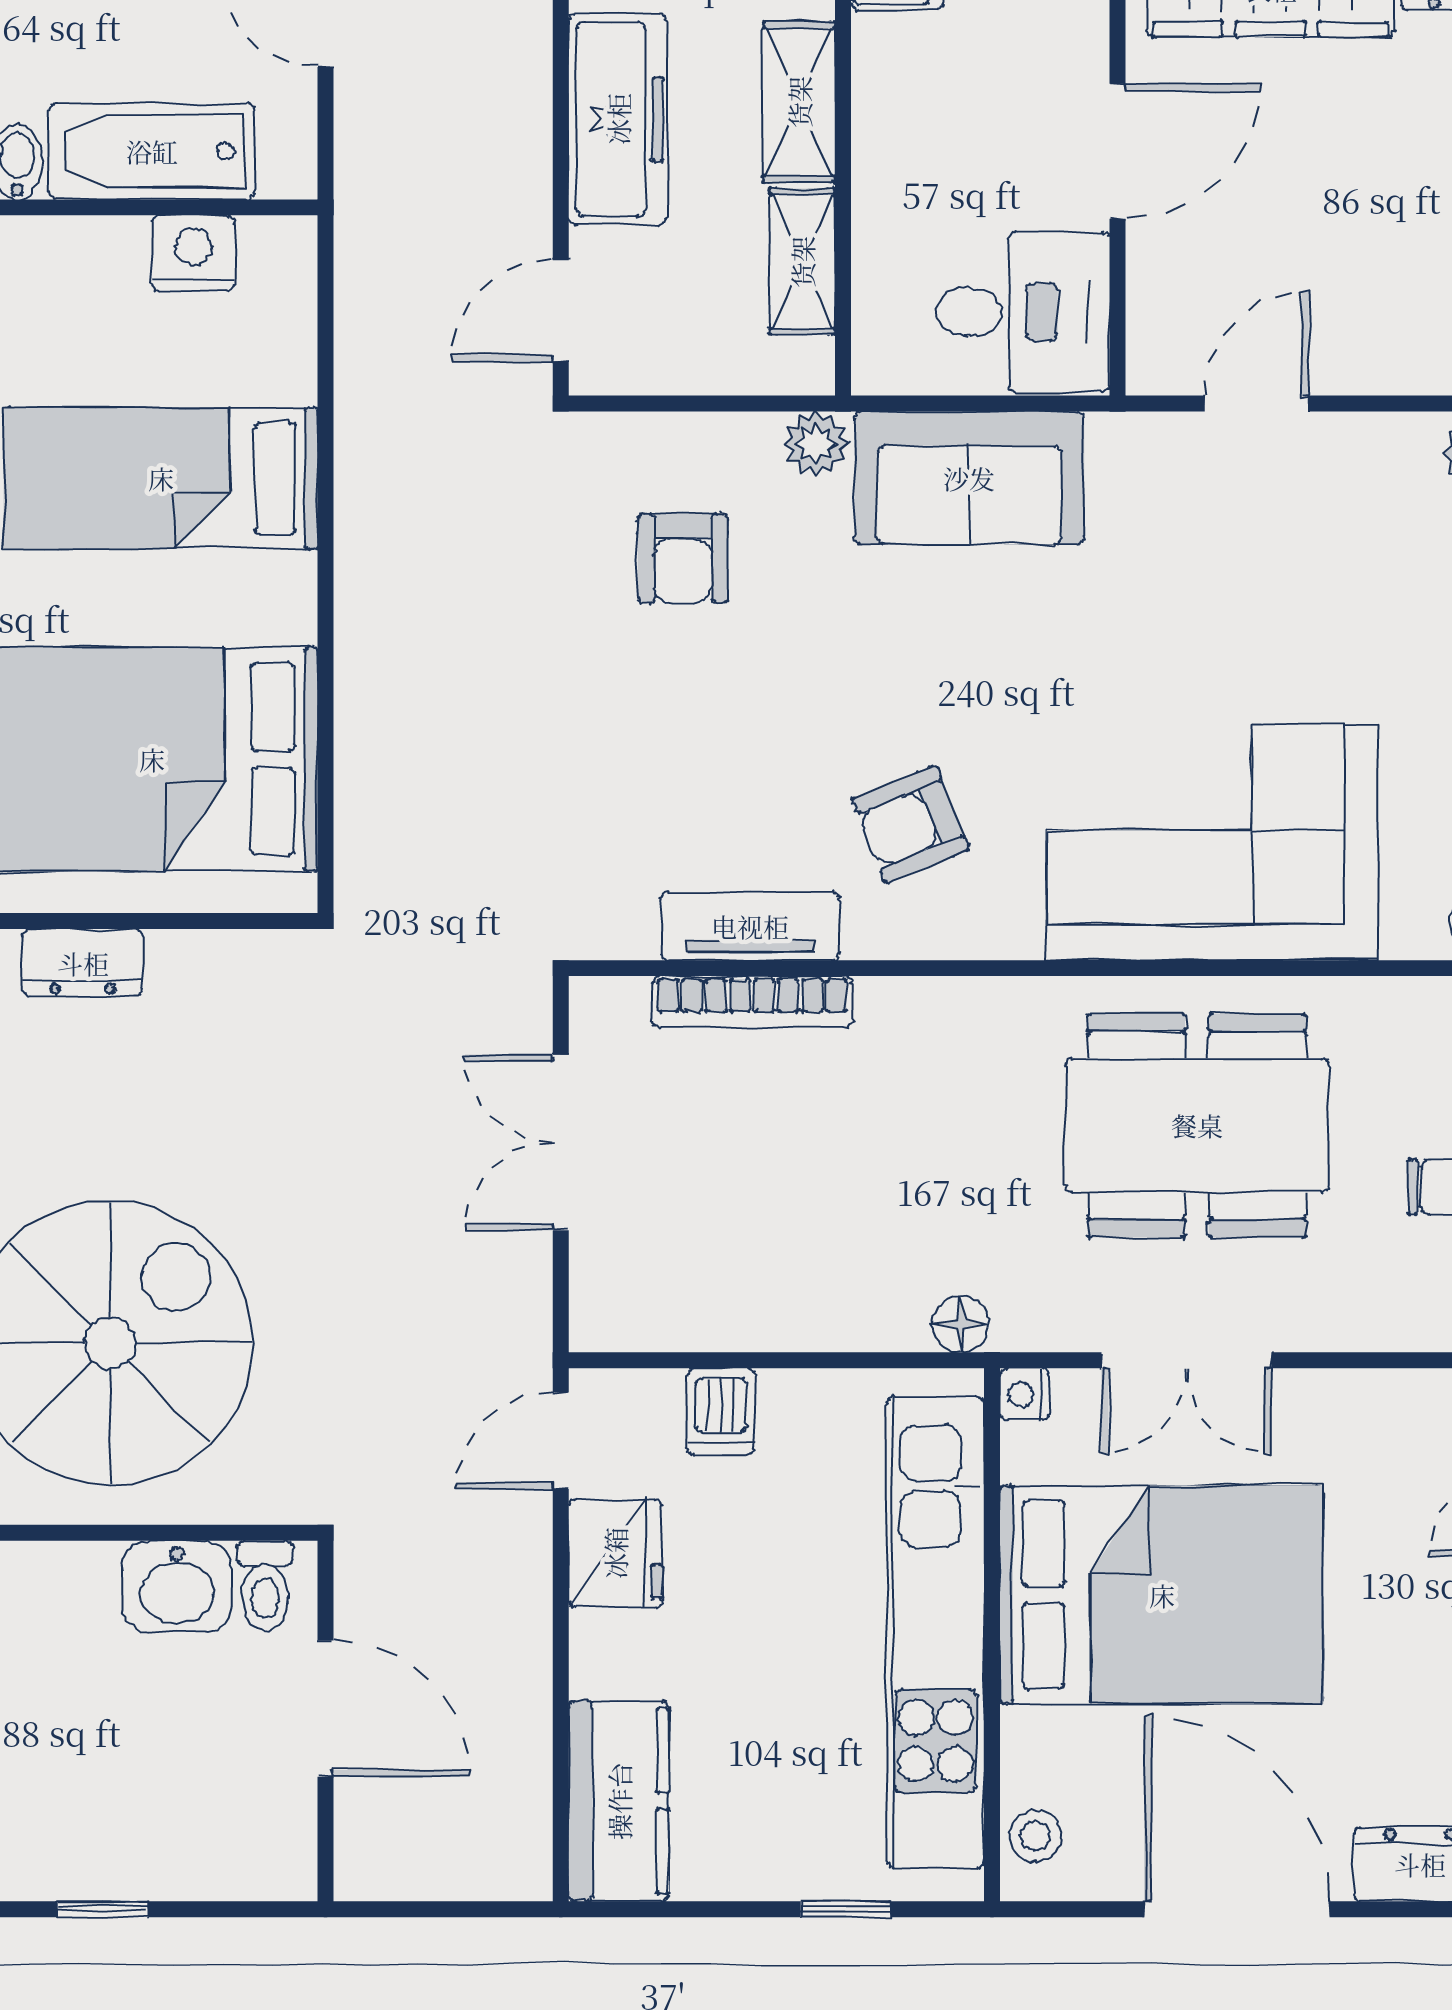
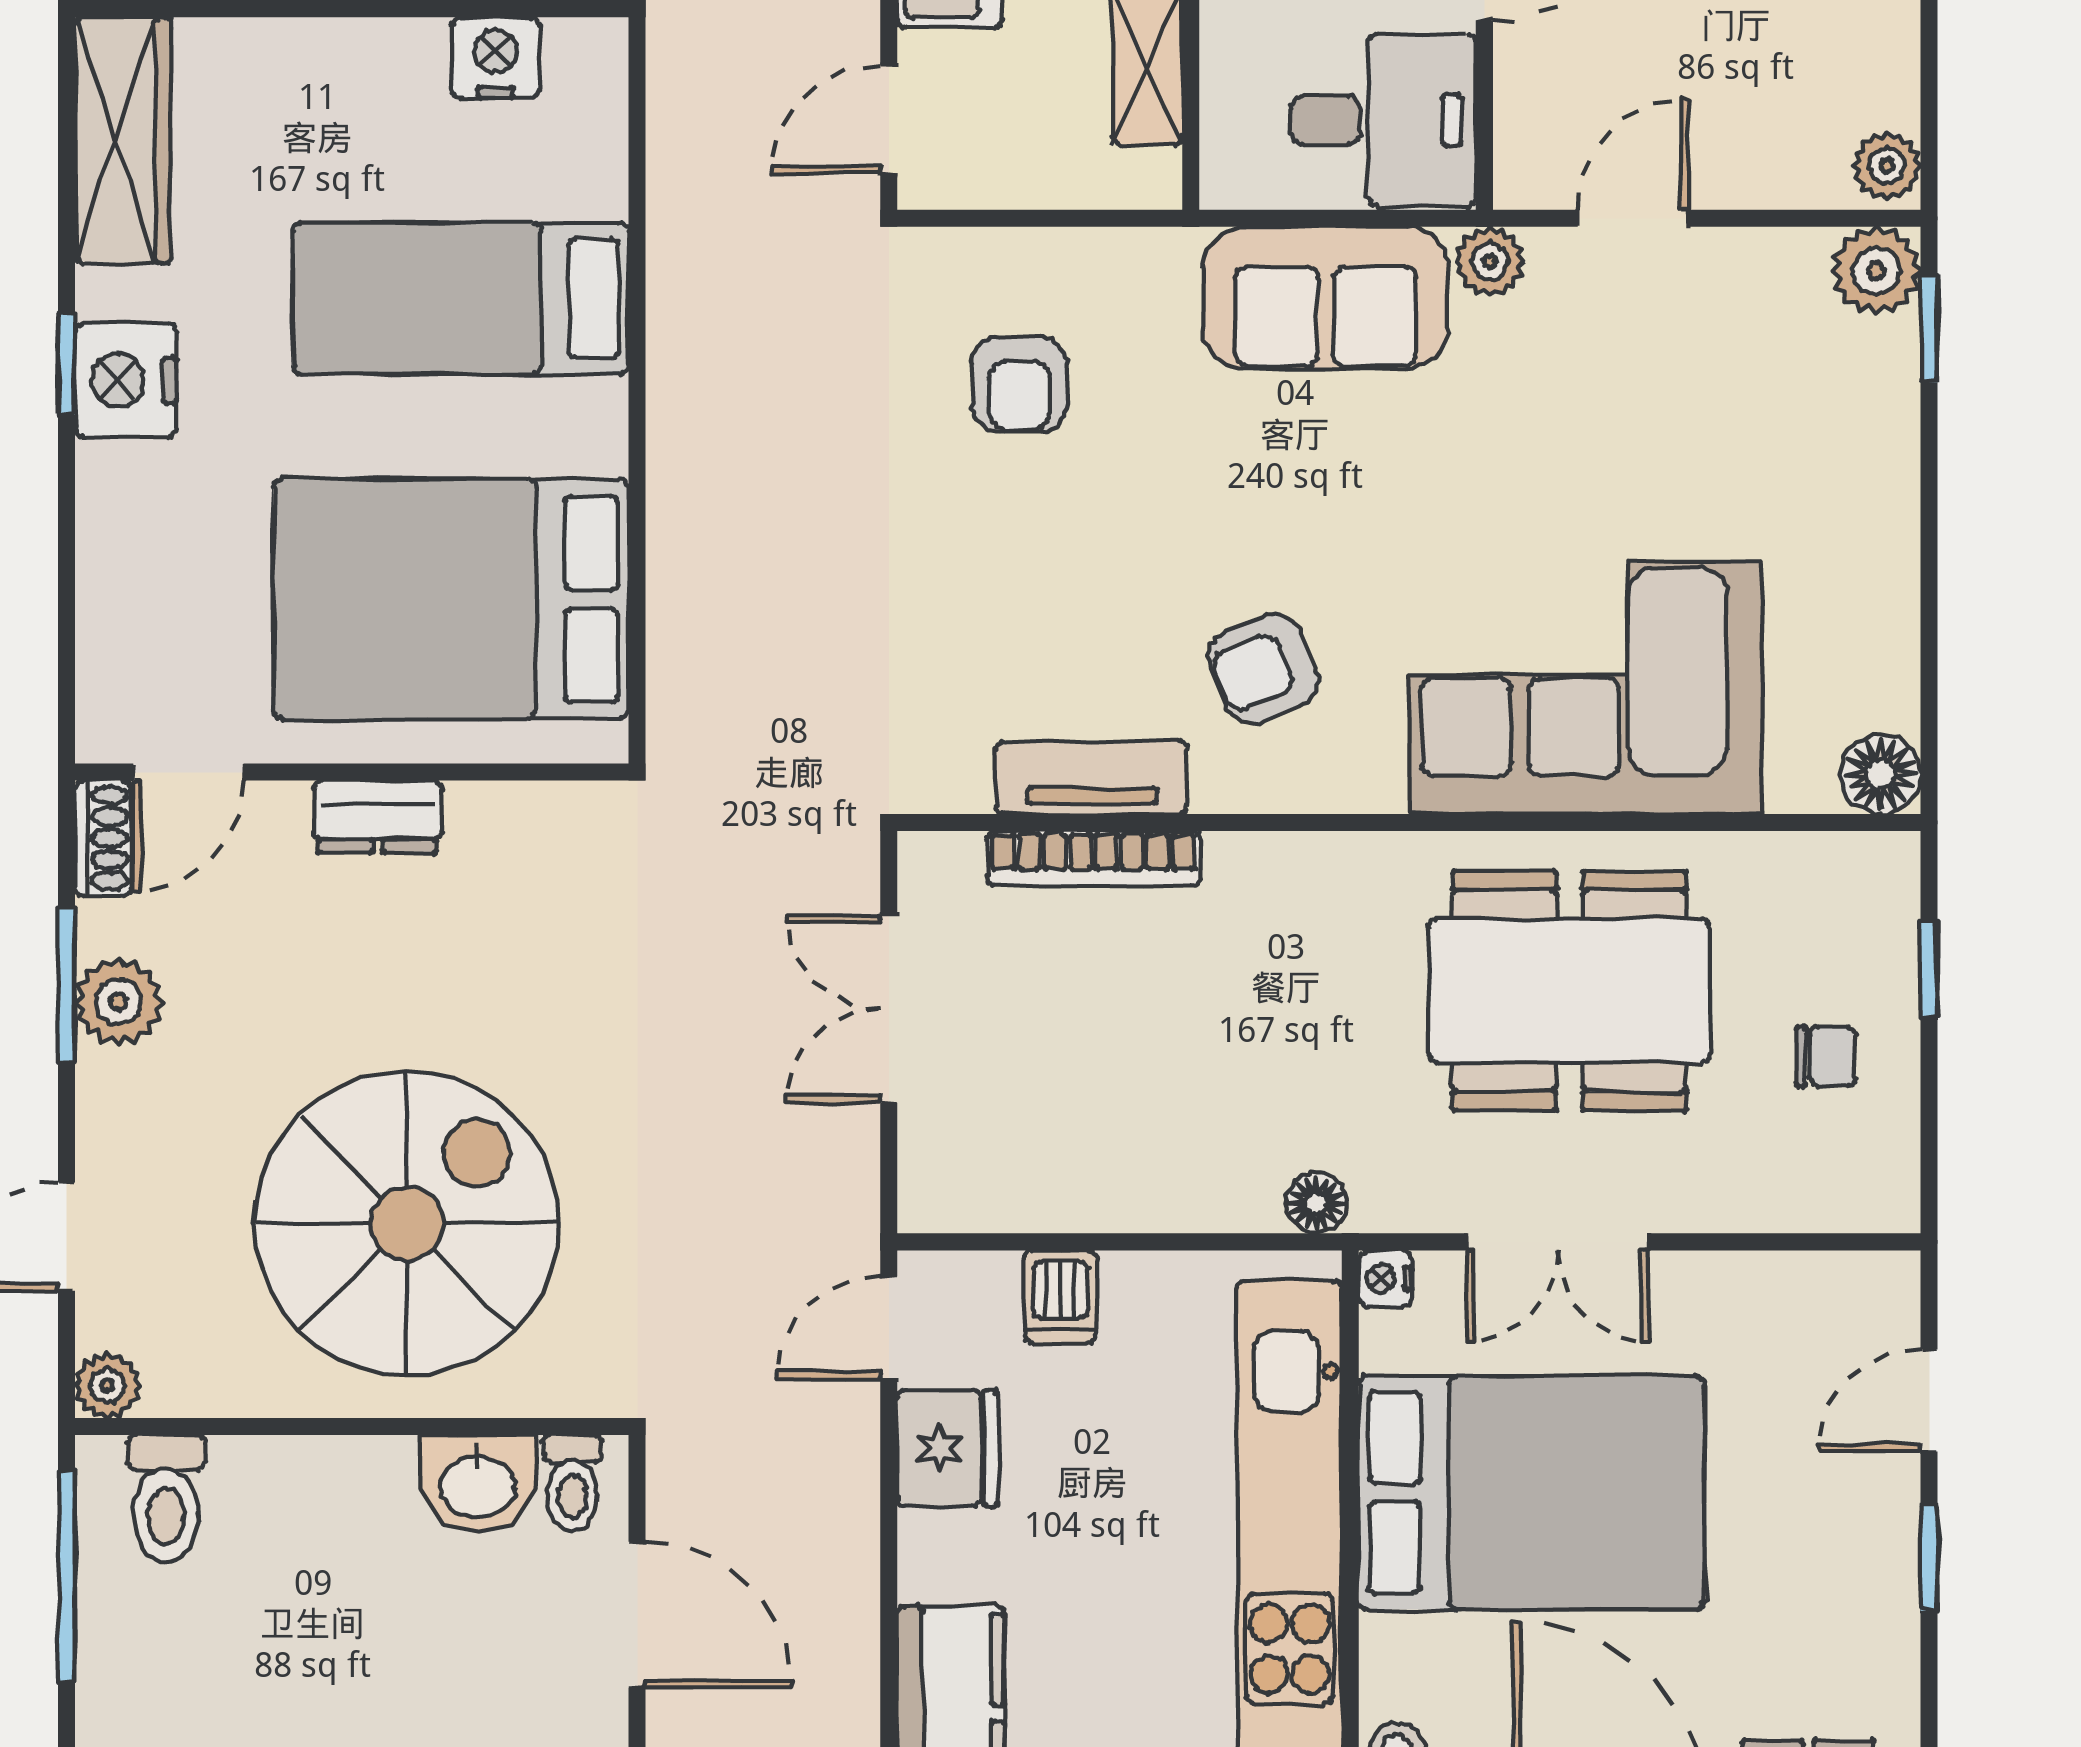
plant: (816, 444) -> (1490, 261), moved

